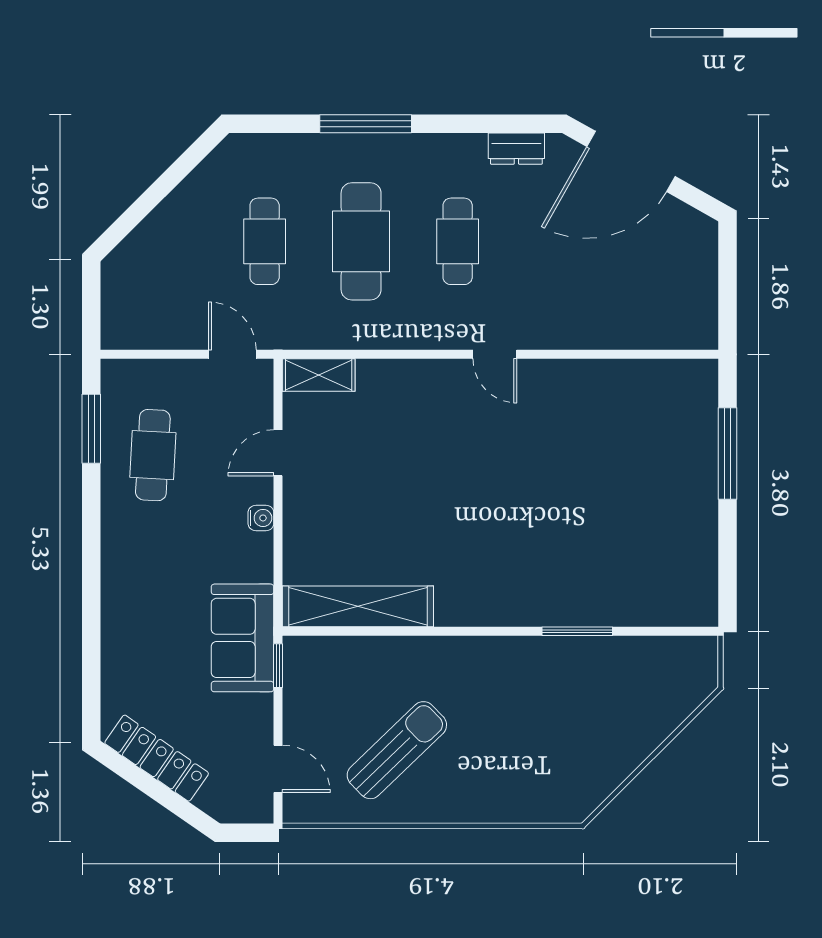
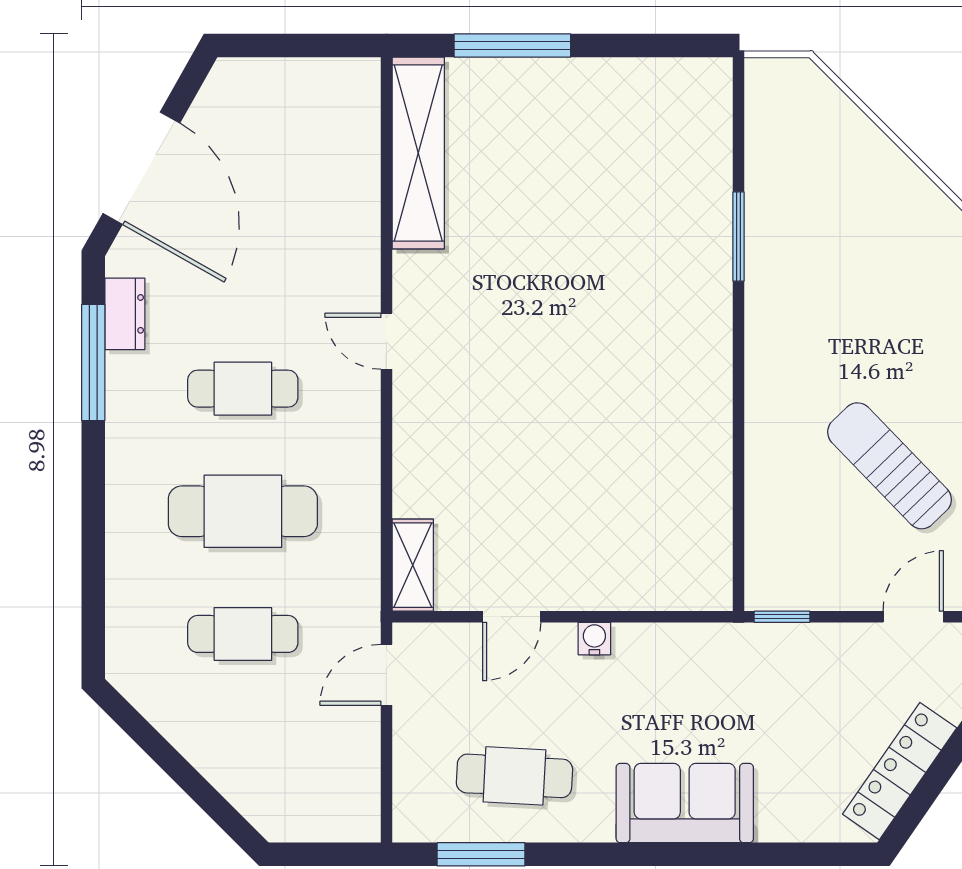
window: (366, 124) -> (93, 363), moved
door: (495, 354) -> (386, 341), swing flipped
door: (278, 453) -> (512, 617), hinge flipped
shelving: (358, 606) -> (418, 153), moved
sofa: (243, 638) -> (685, 803), moved, turned 180

